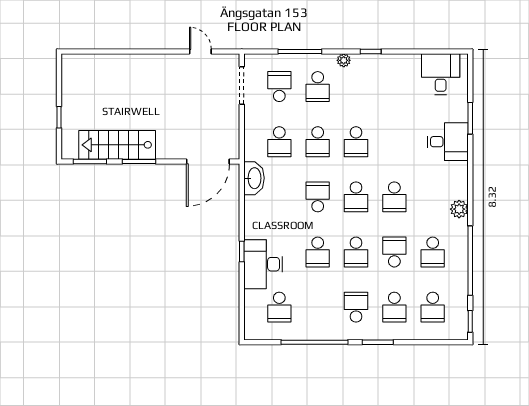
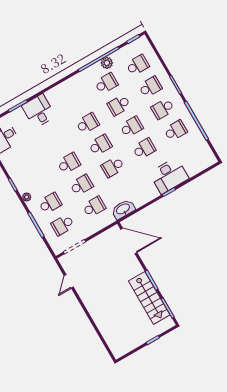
plant: (459, 209) -> (107, 63), moved
school desk: (279, 307) -> (175, 131), moved

